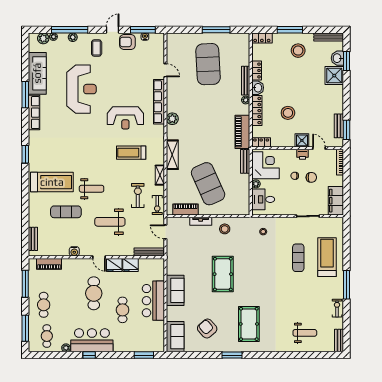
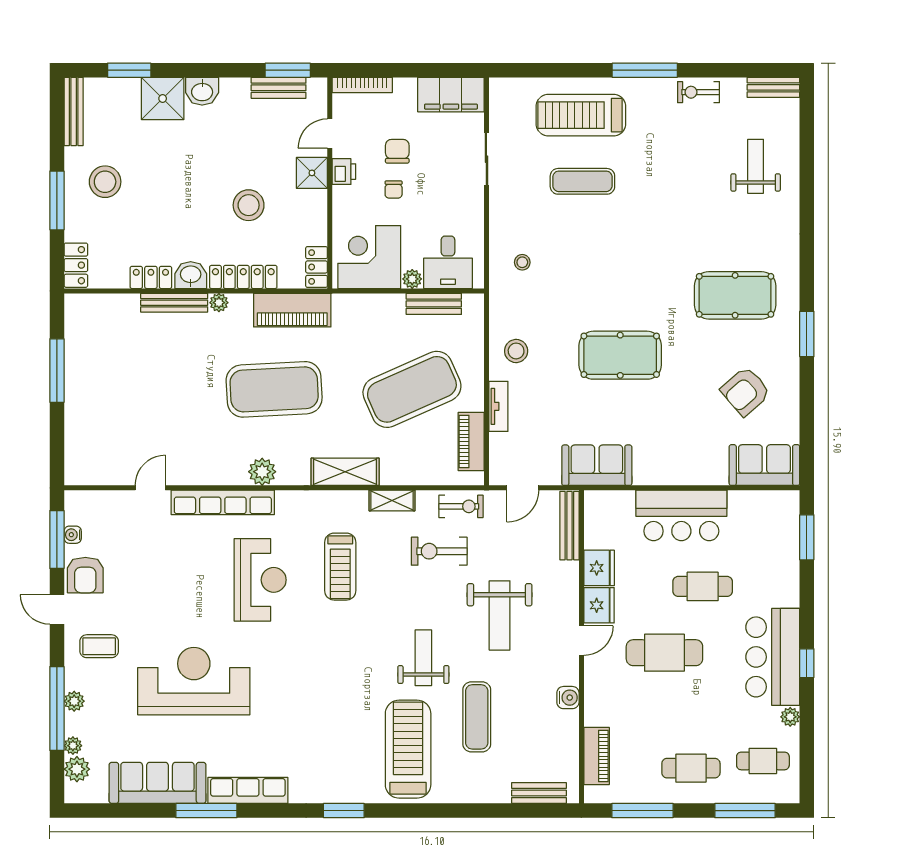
washbasin: (337, 58) -> (202, 91), moved
exercise mat: (208, 64) -> (274, 389), moved
bench: (245, 161) -> (434, 304), moved
sofa: (175, 290) -> (597, 465), moved

